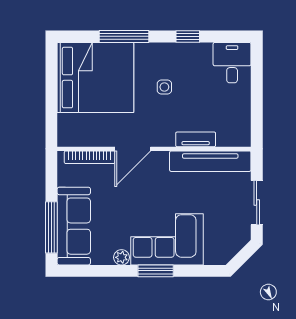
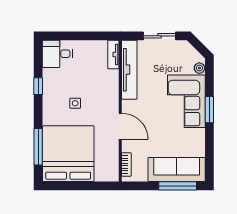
window: (124, 36) -> (38, 147), moved
tv unit: (196, 139) -> (113, 55), moved
bookcase: (90, 157) -> (126, 164), width x0.64
plant: (122, 257) -> (199, 68), moved

